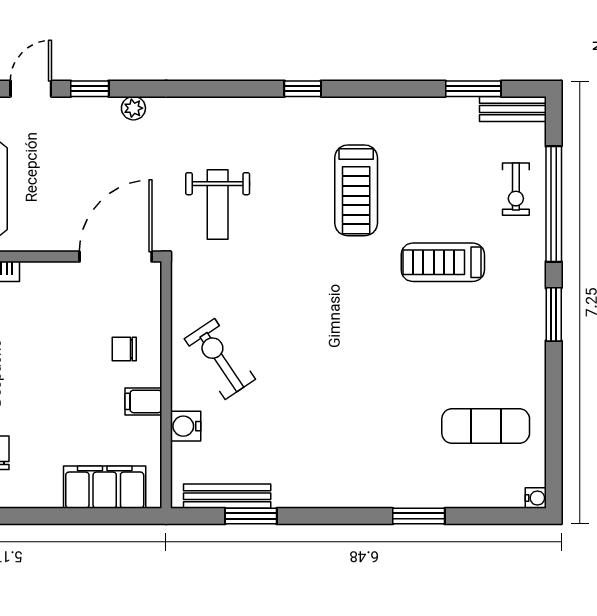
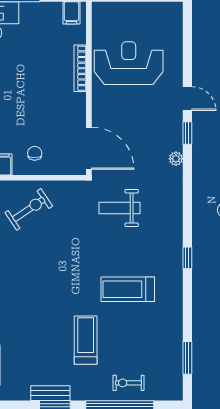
bench: (513, 109) -> (50, 393), moved, turned 90

